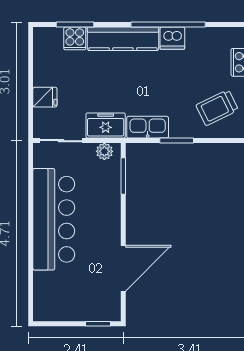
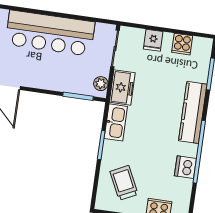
cooker: (75, 38) -> (182, 44), moved, turned -90
dishwasher: (172, 38) -> (185, 167), moved

